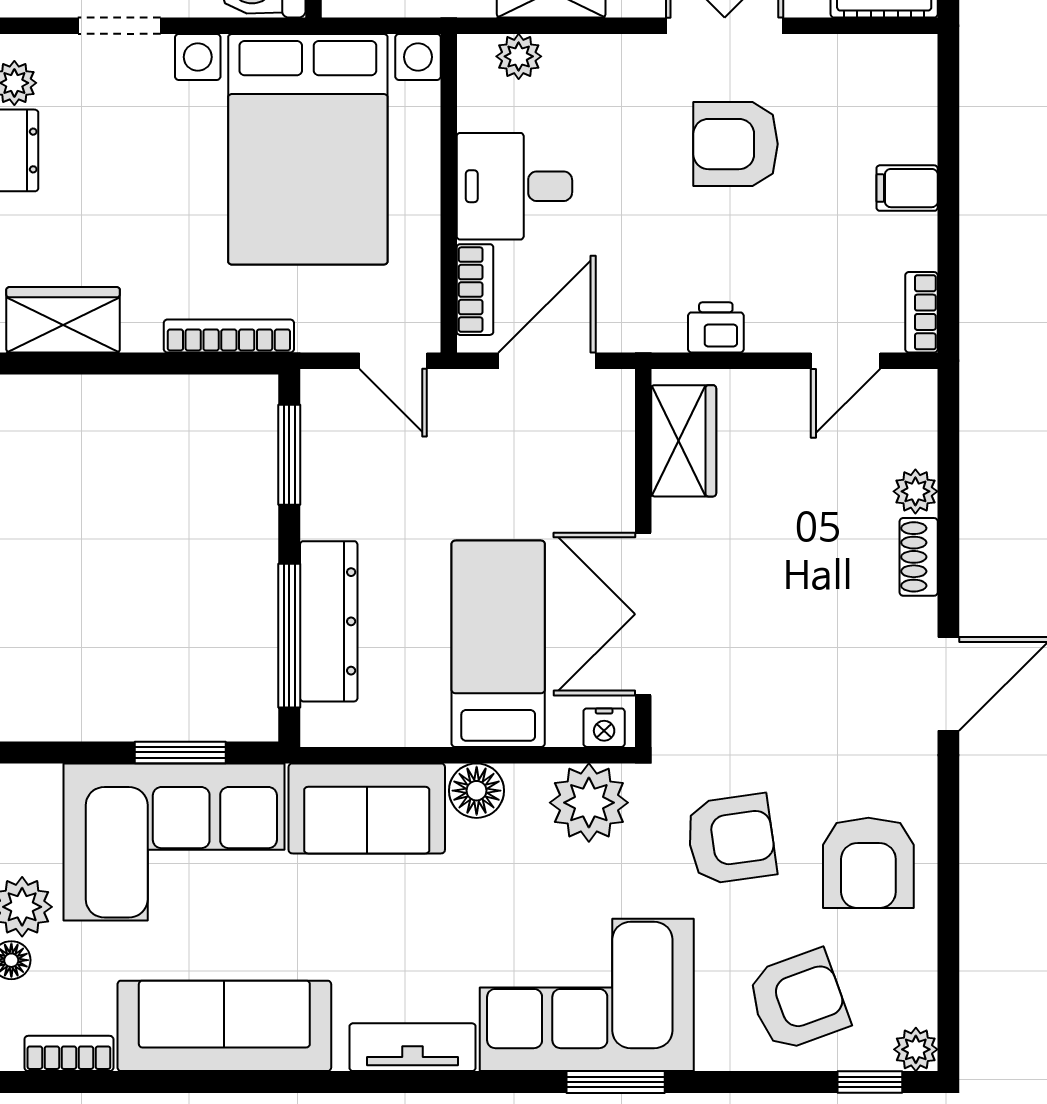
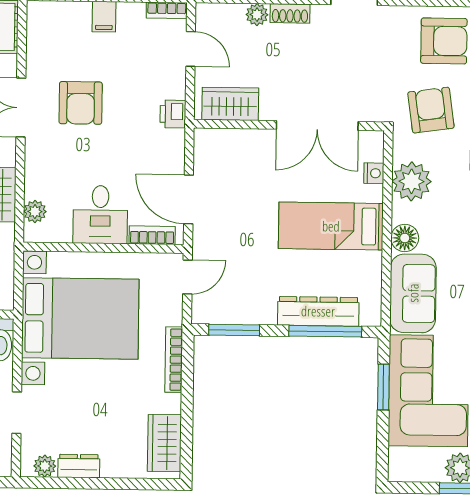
wardrobe: (684, 441) -> (230, 104), moved
wall: (643, 558) -> (289, 125), moved
double door: (643, 614) -> (317, 125), moved

